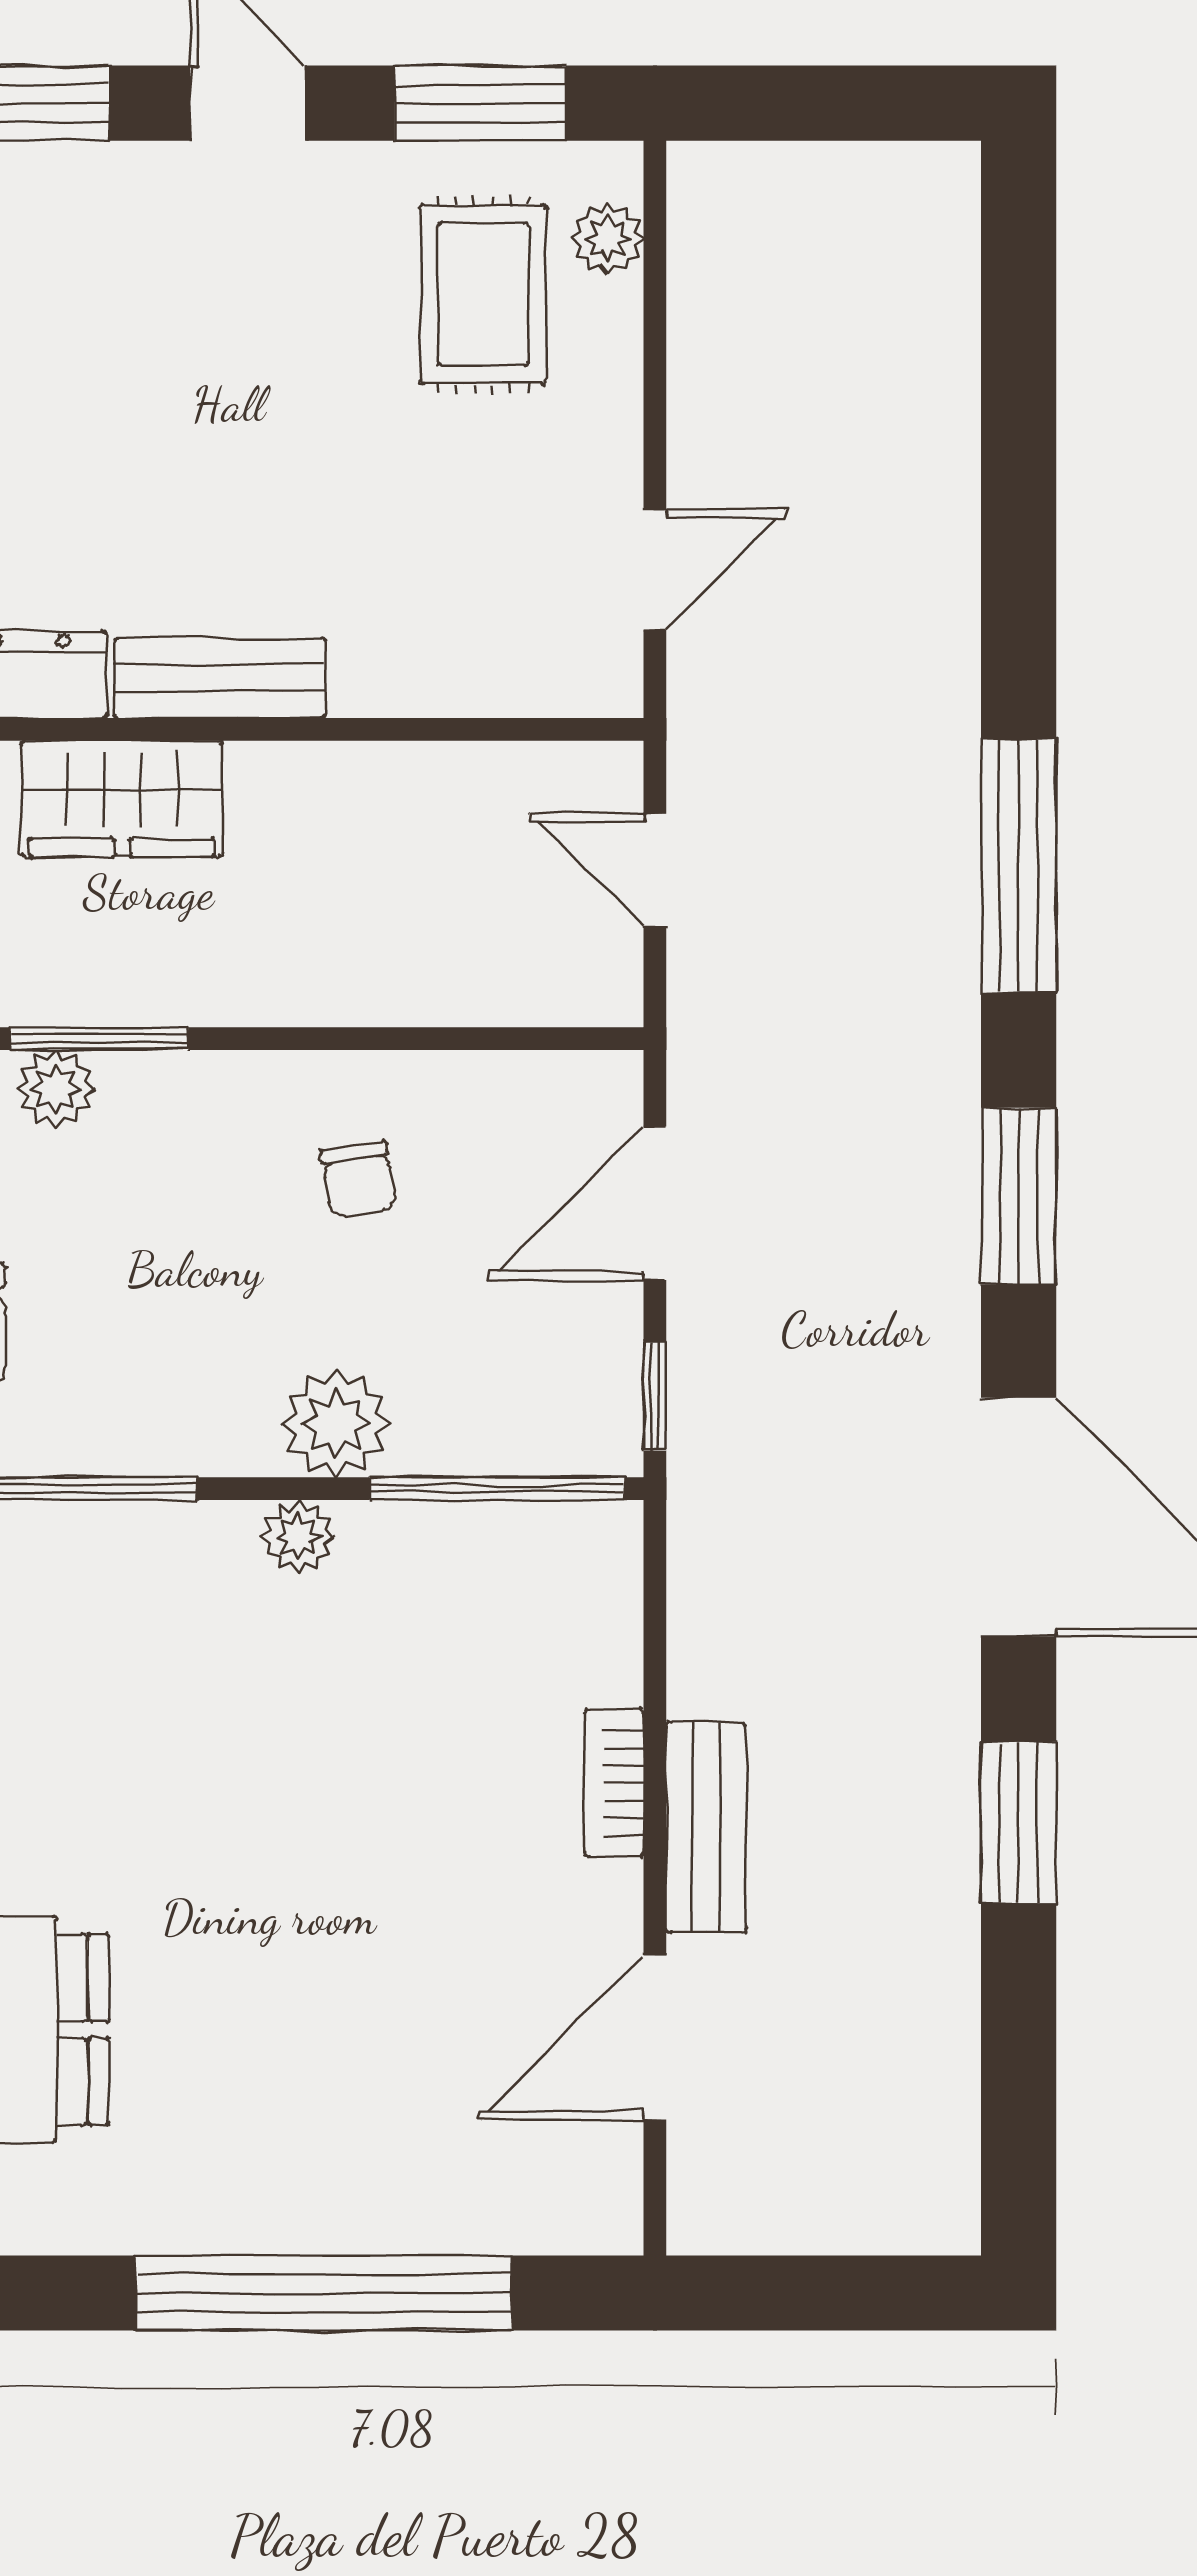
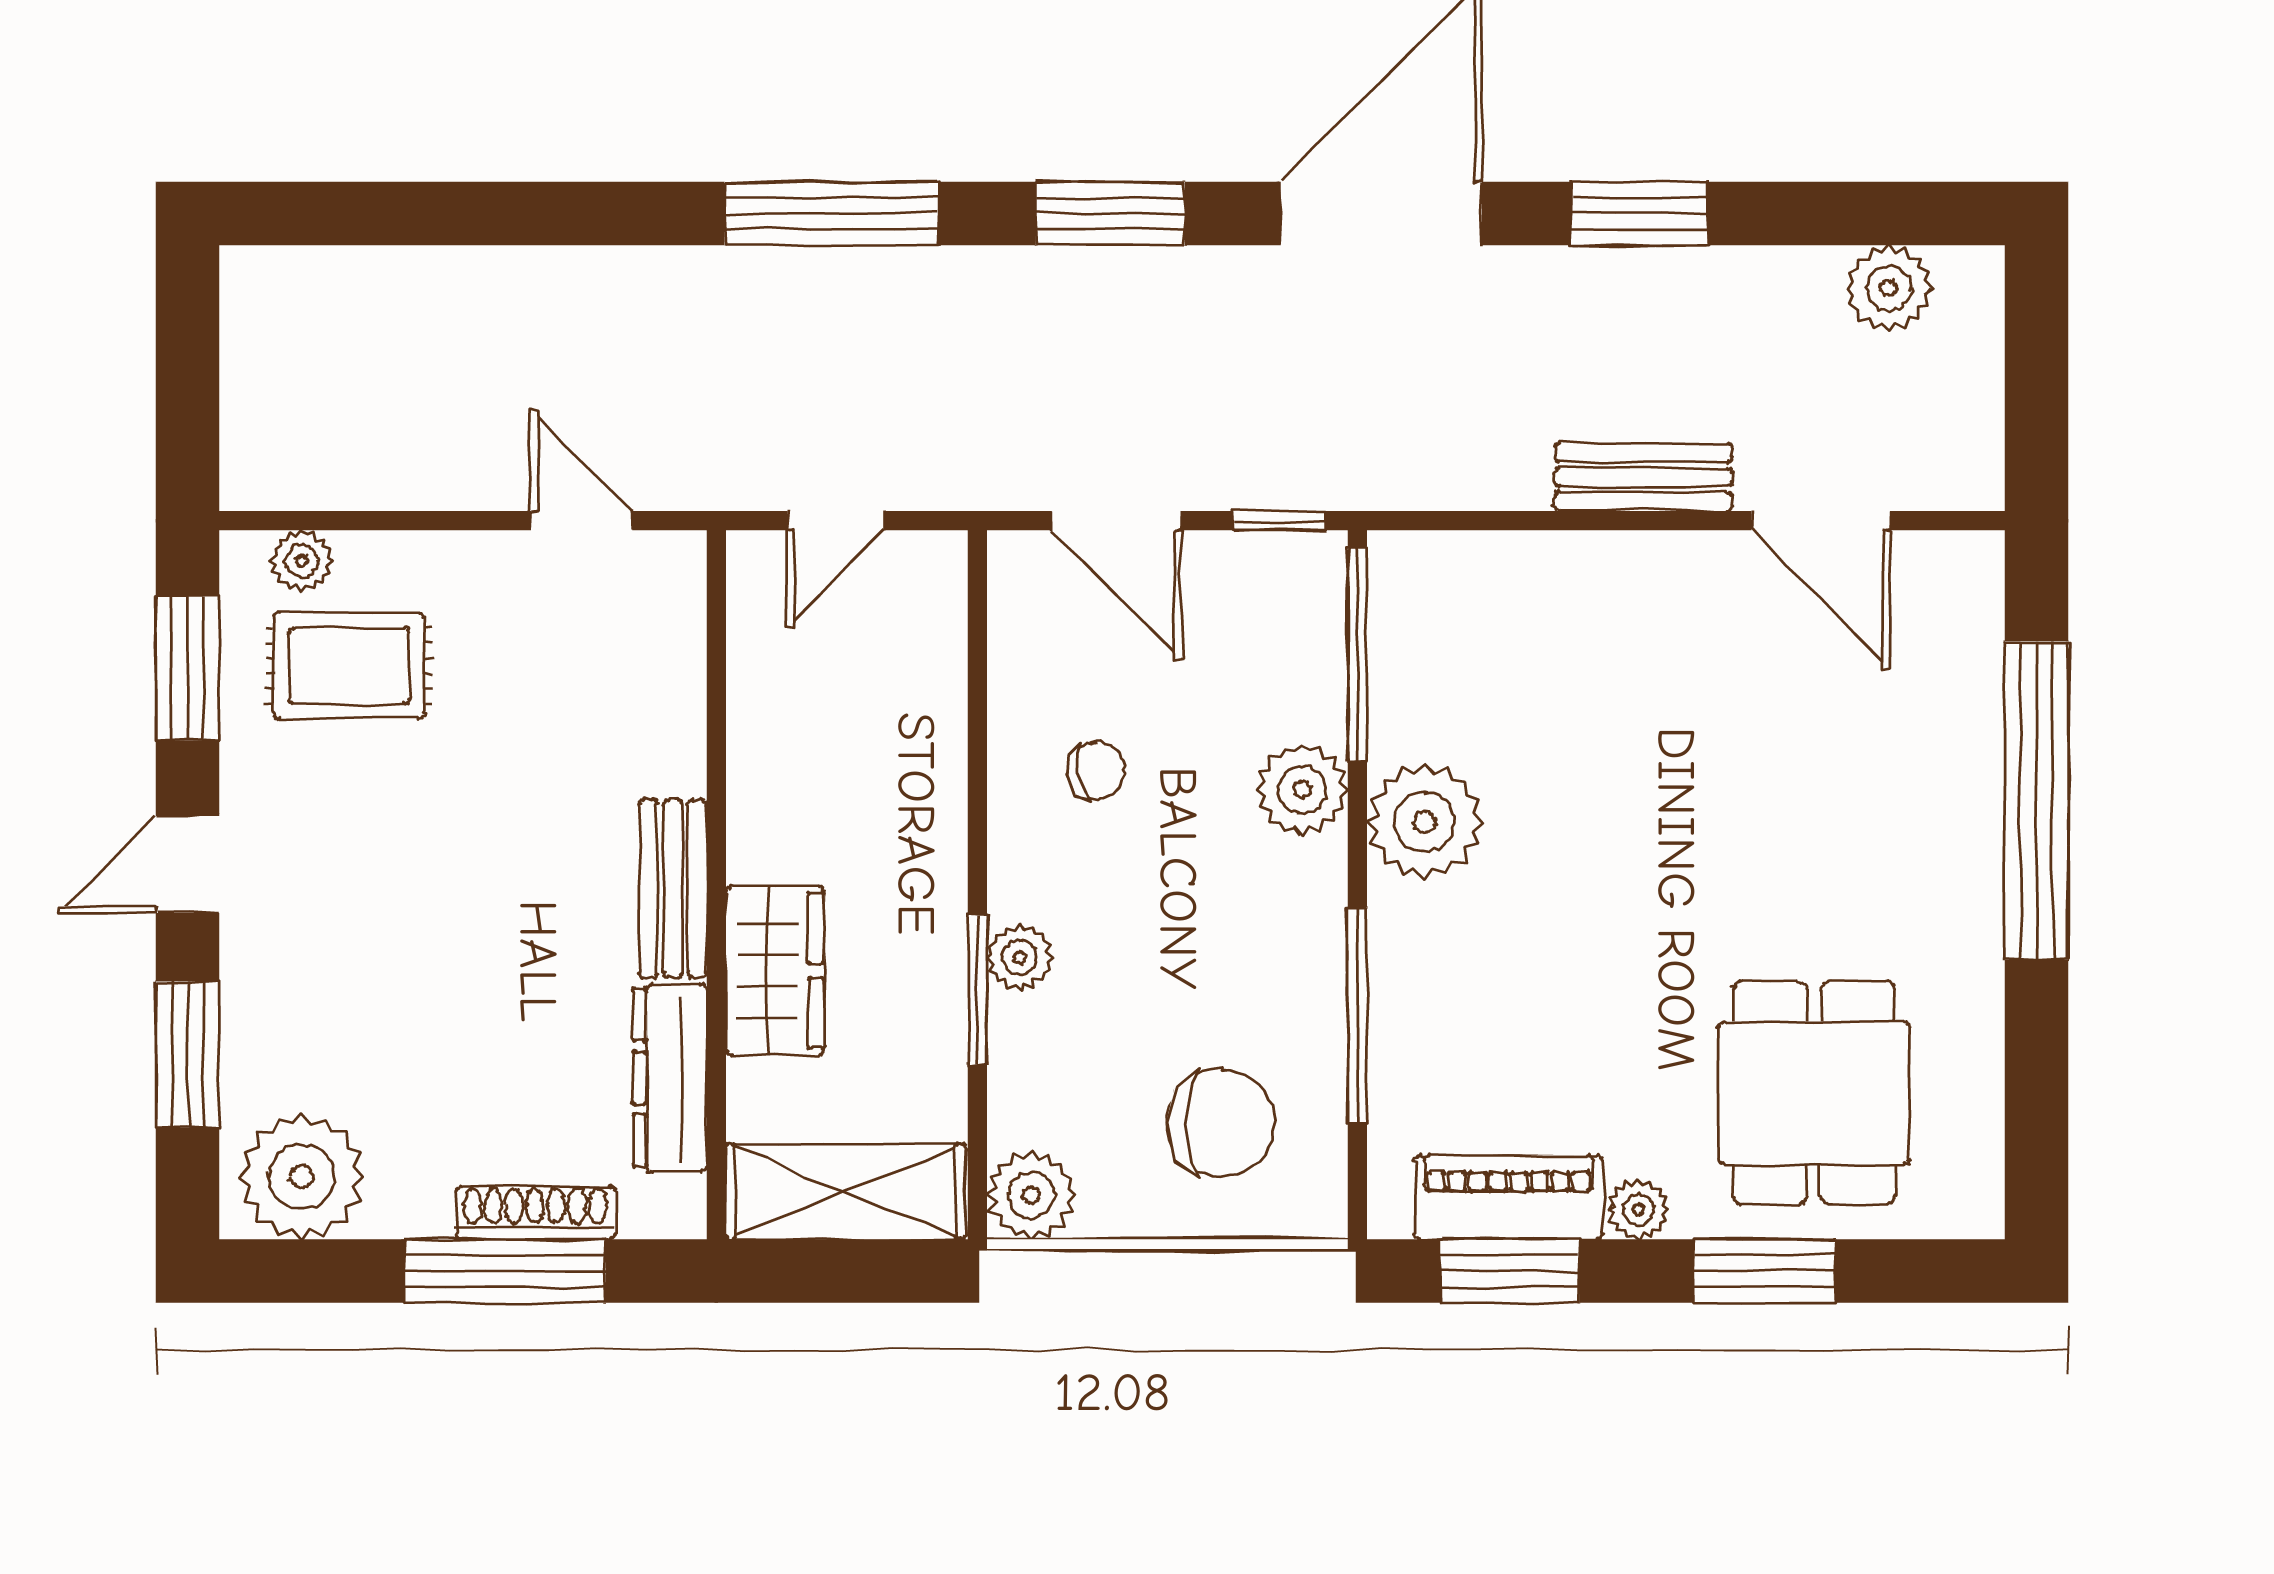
plant: (56, 1089) -> (1020, 957), moved
plant: (298, 1536) -> (1425, 822), width x1.88, depth x1.88
bookcase: (614, 1783) -> (1606, 555), removed
plant: (930, 2118) -> (1889, 288), added

